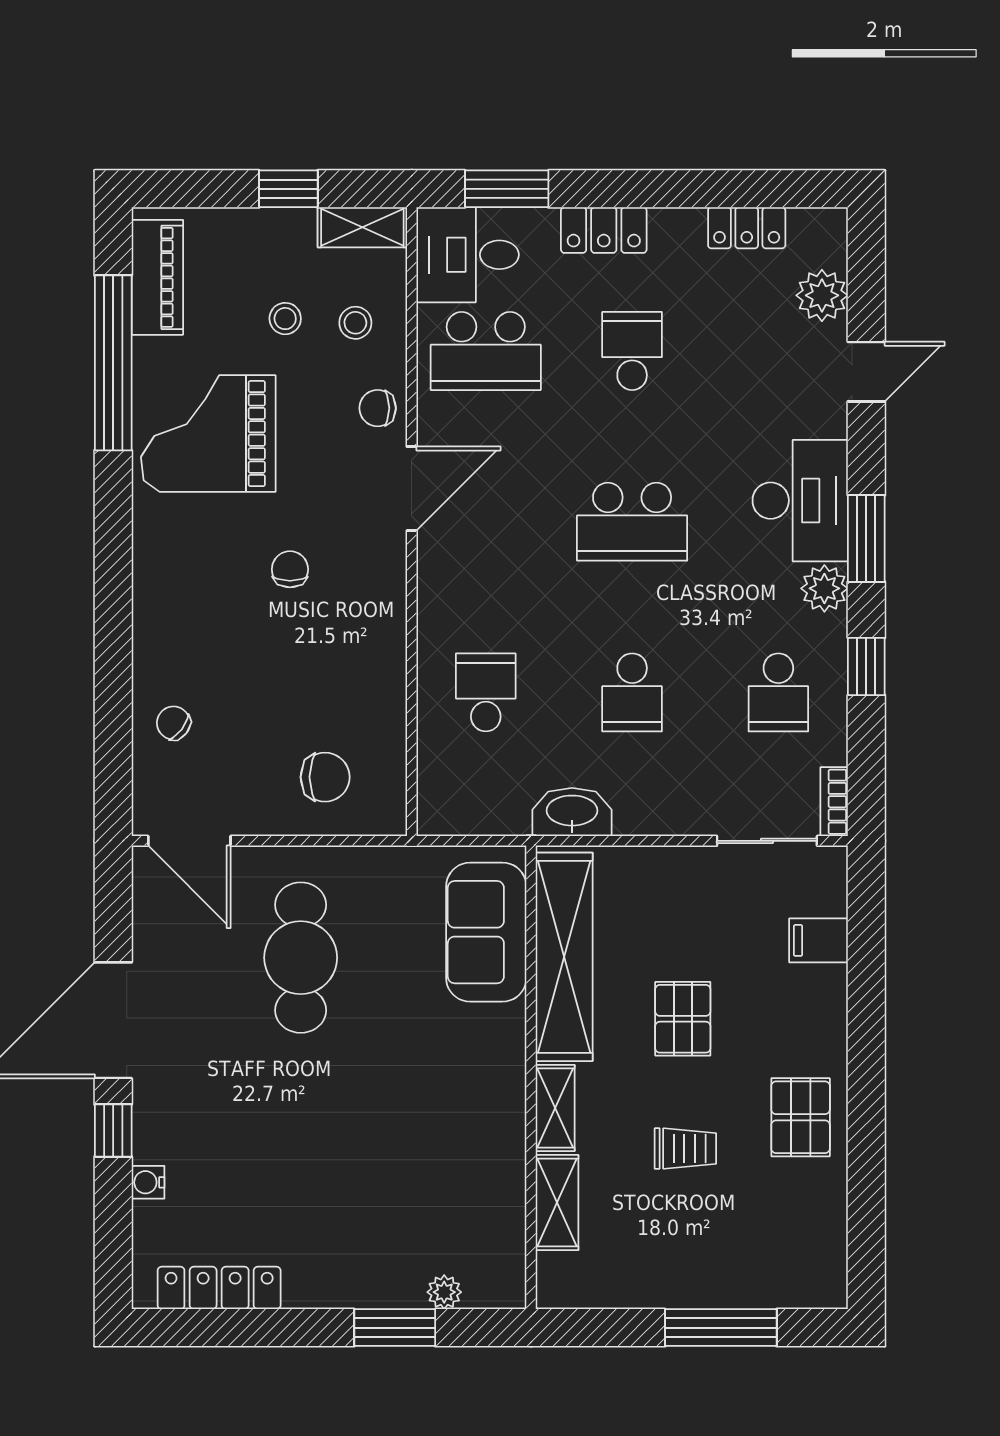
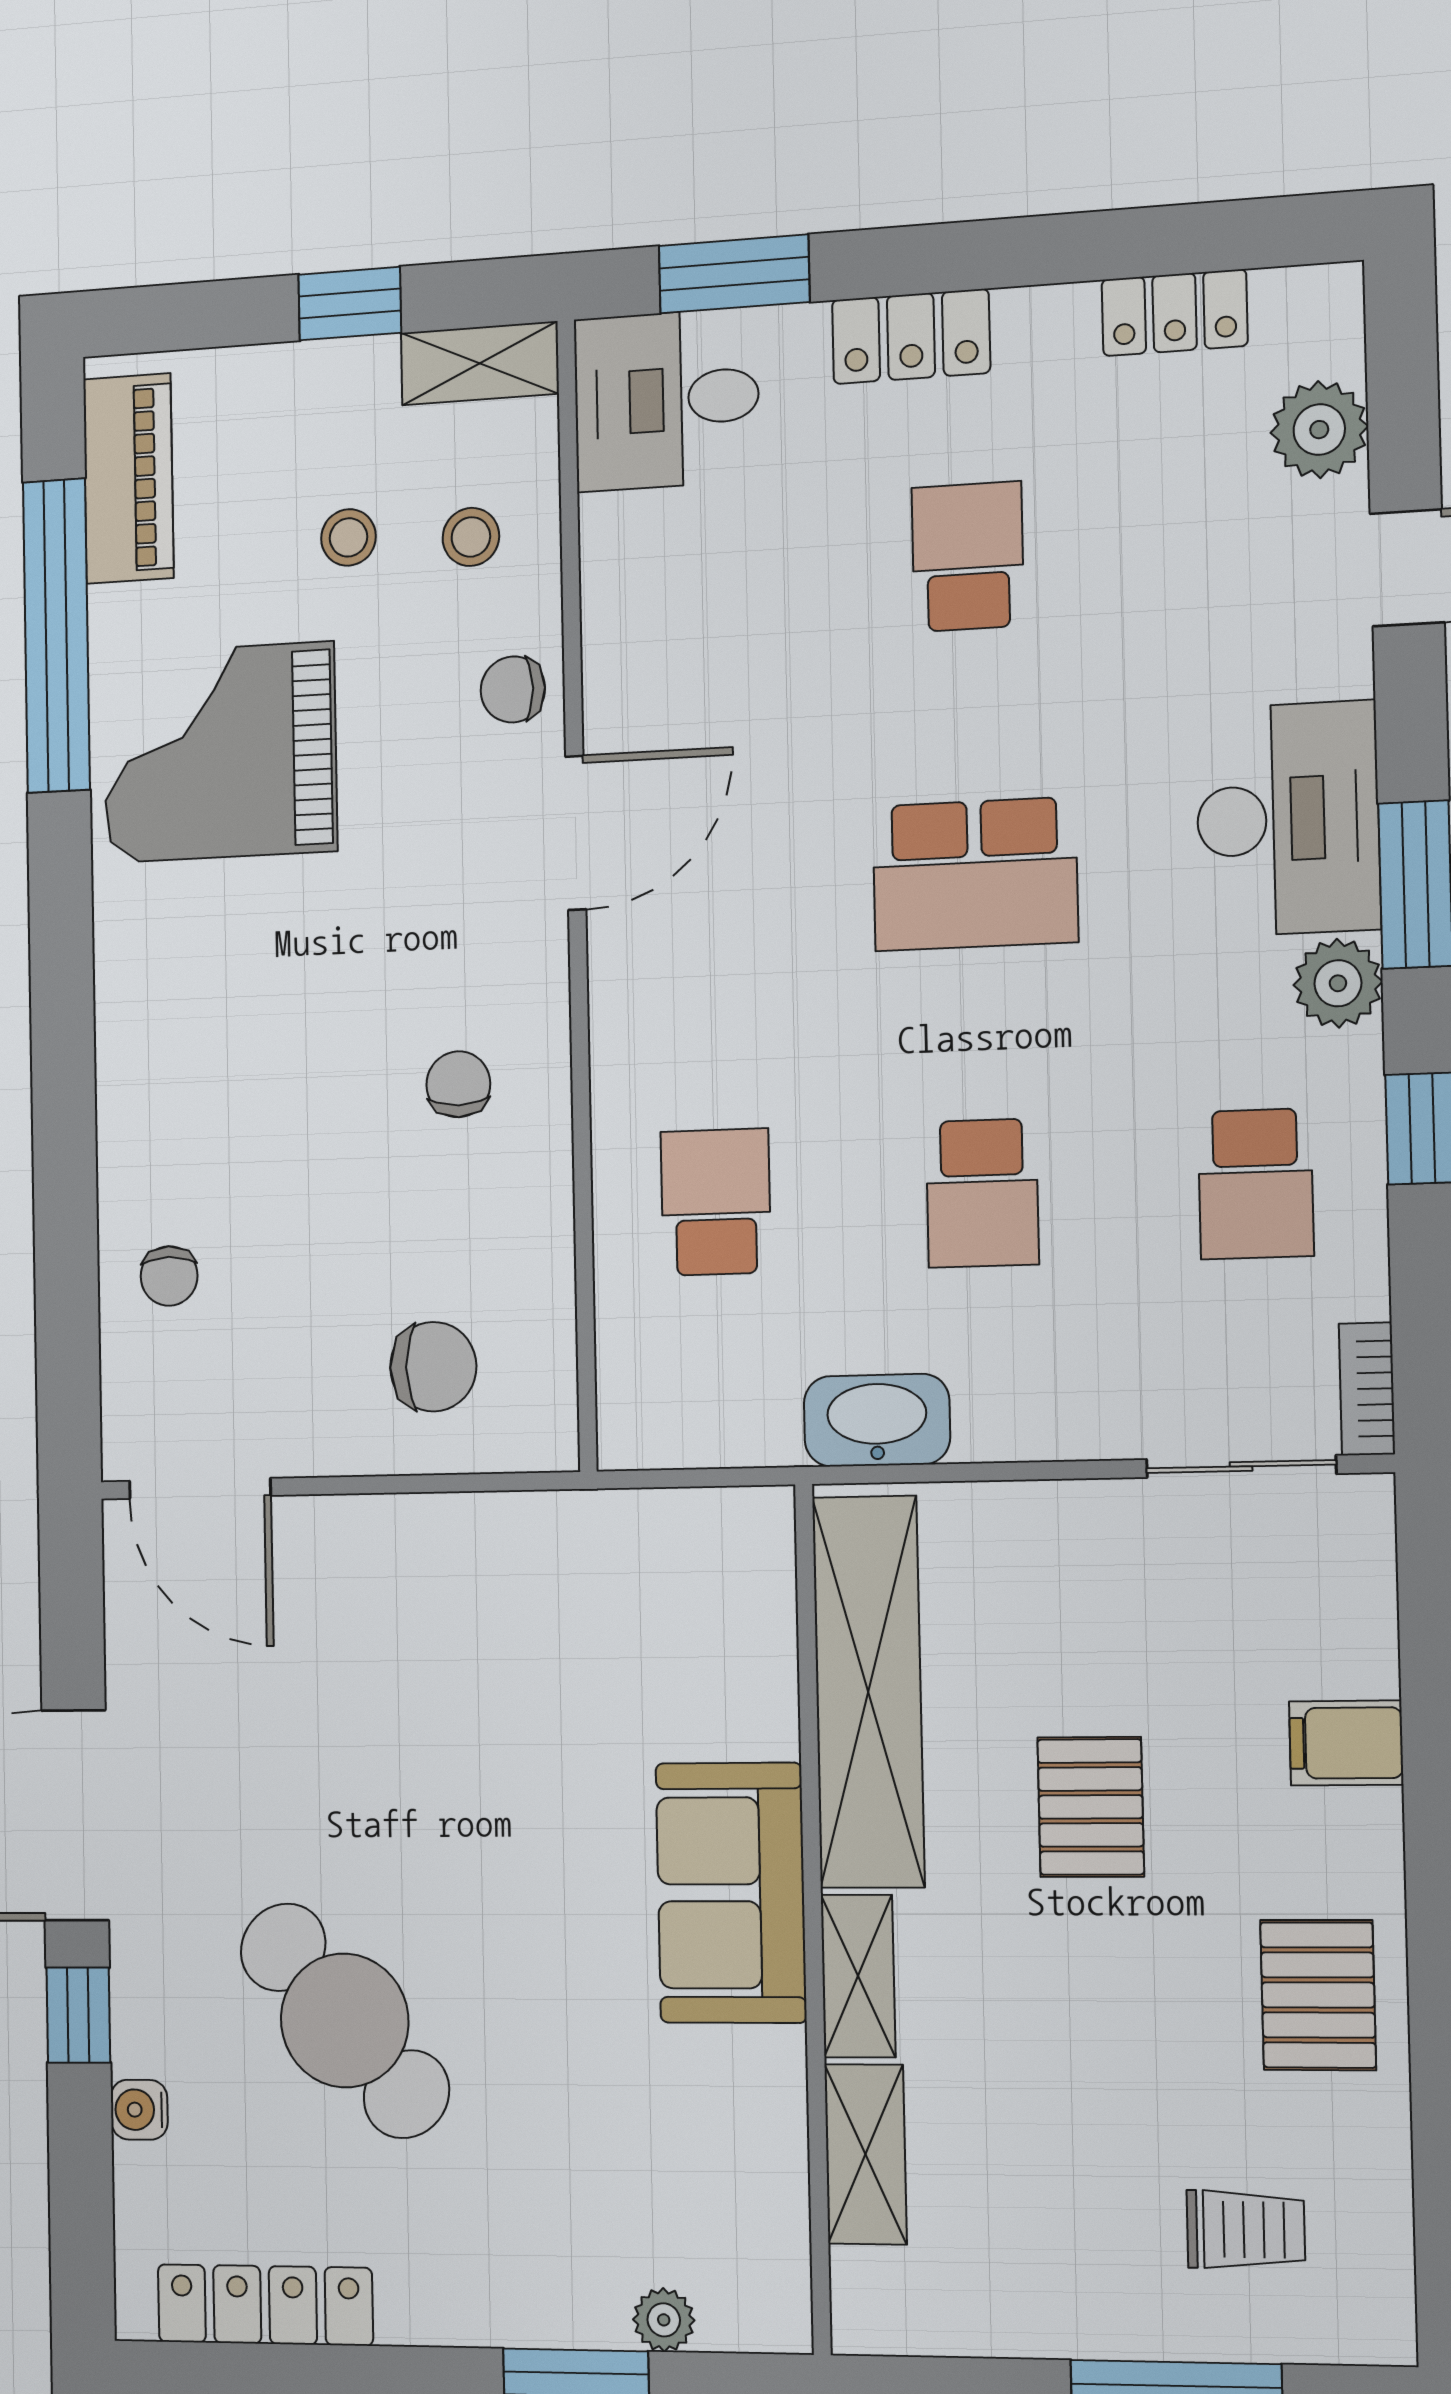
school desk: (486, 351) -> (703, 573), removed
chair: (290, 569) -> (458, 1084), moved
chair: (173, 723) -> (169, 1276), turned -127
sofa: (486, 932) -> (731, 1893), moved
filing cabinet: (819, 940) -> (1346, 1743), moved
cafe table: (301, 958) -> (345, 2020), moved, turned -41
trolley: (685, 1148) -> (1246, 2230), moved

